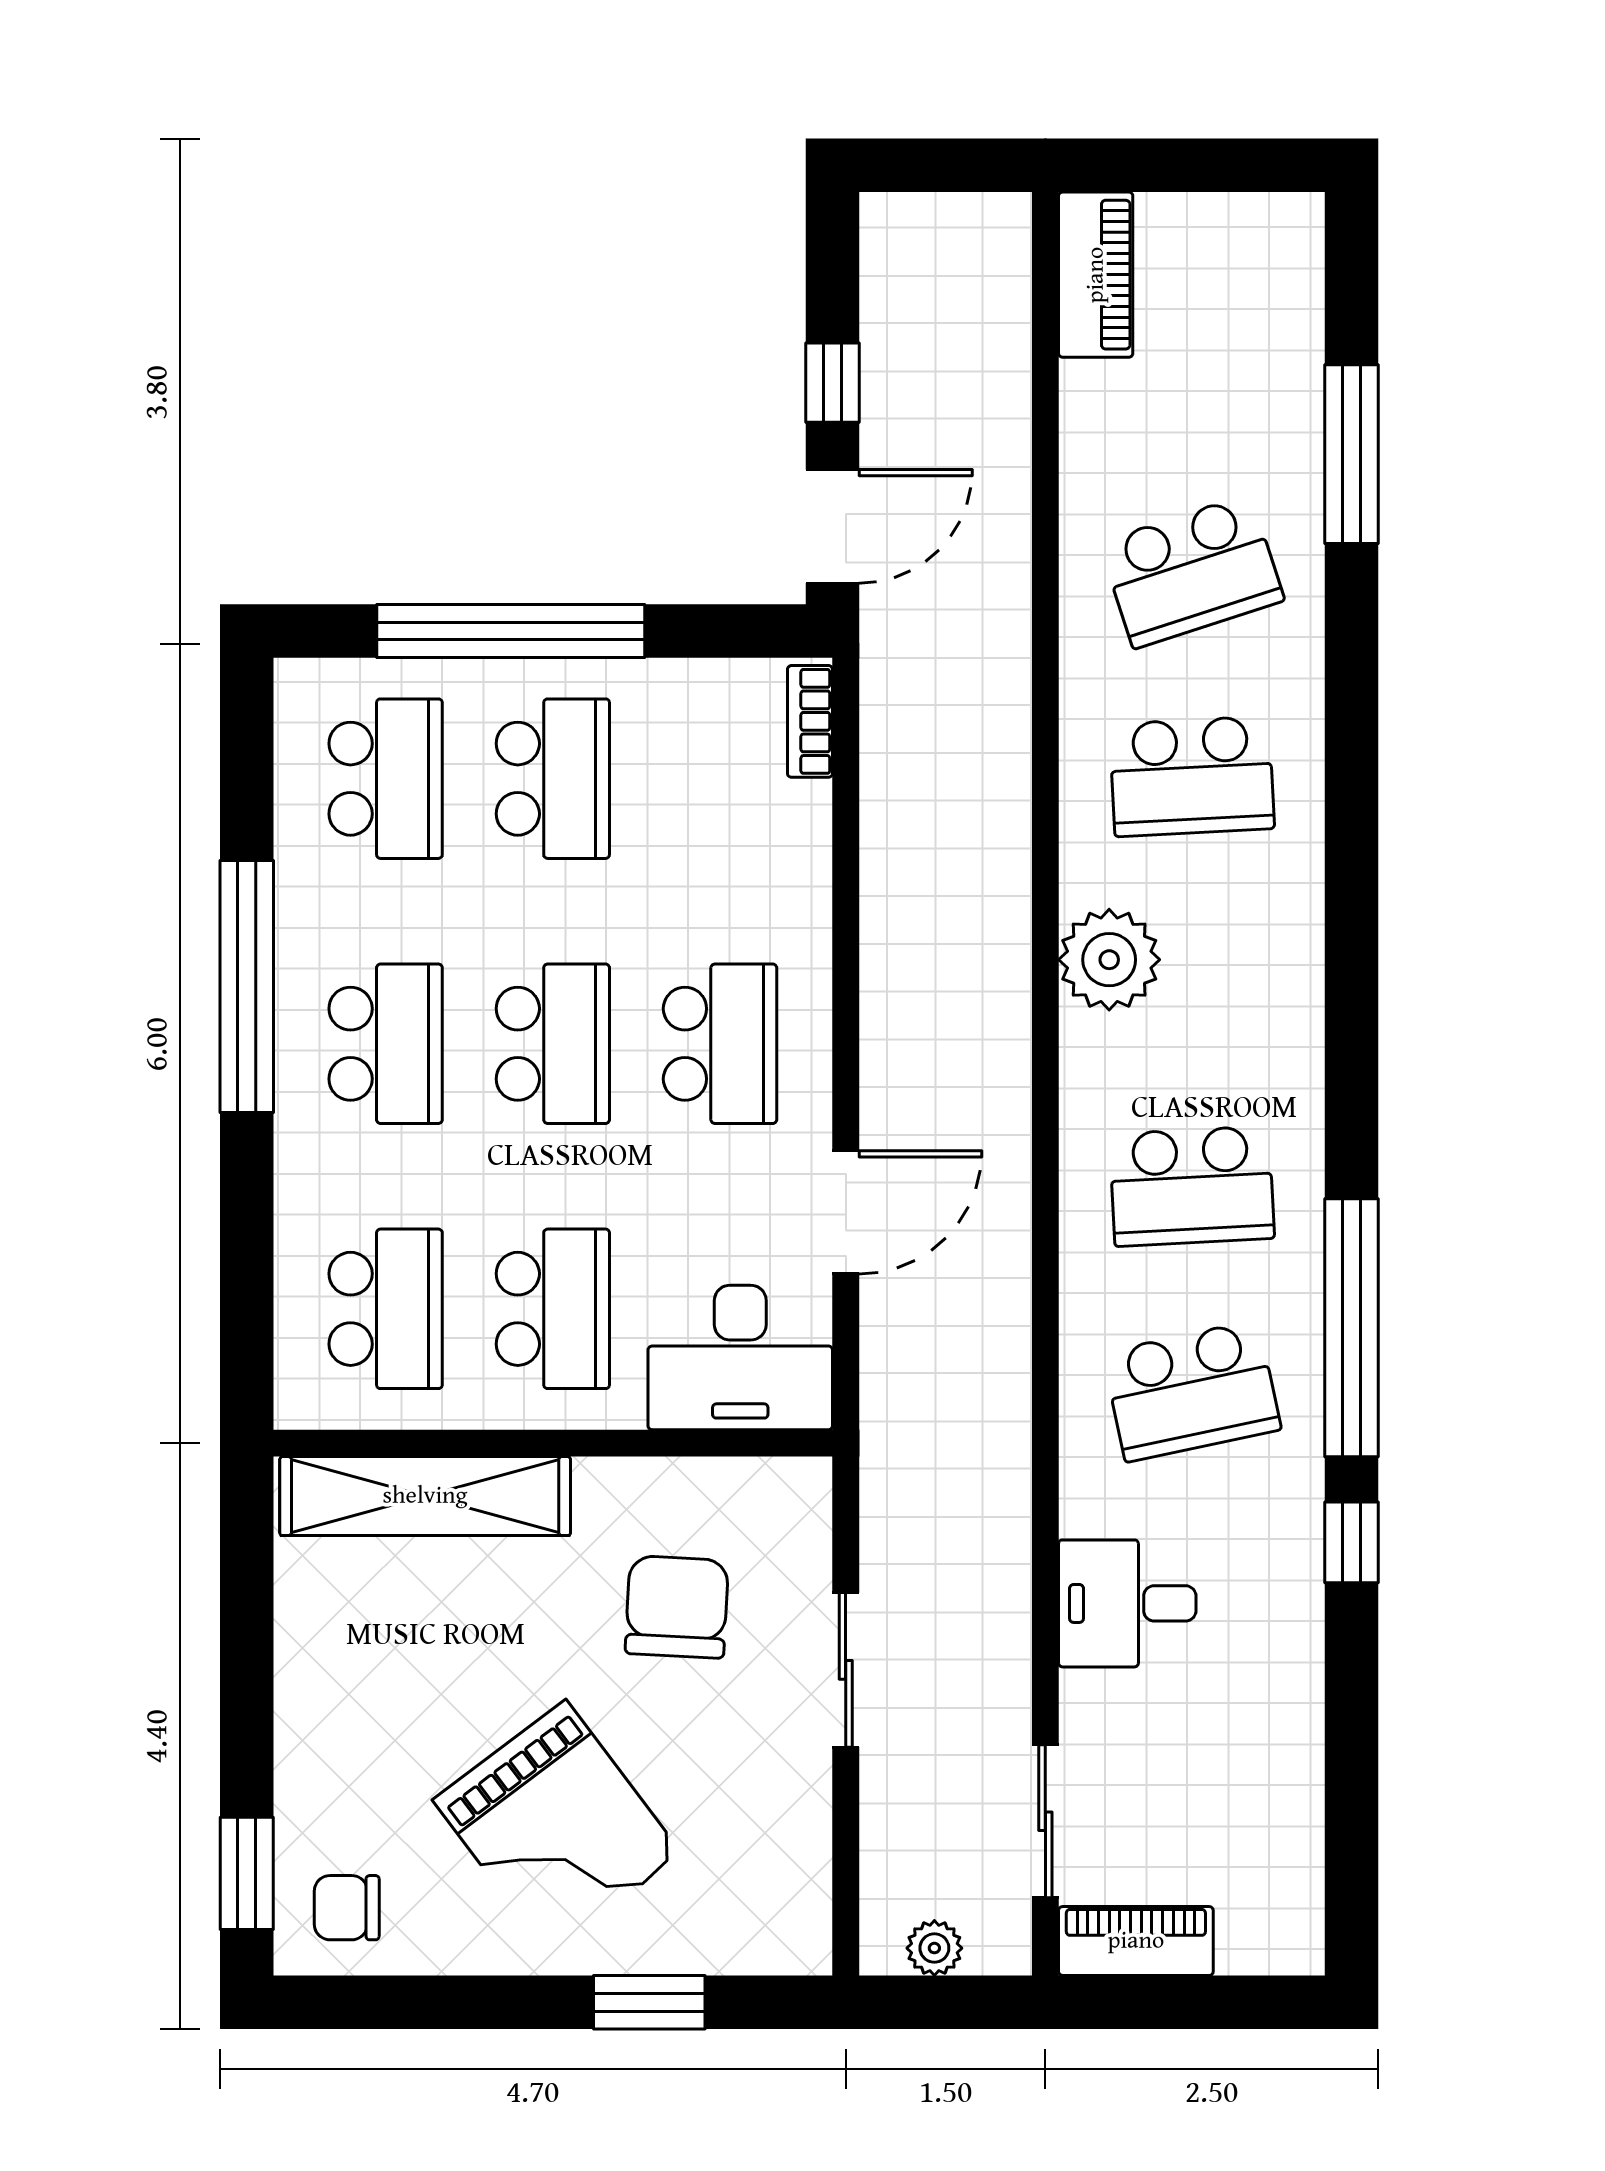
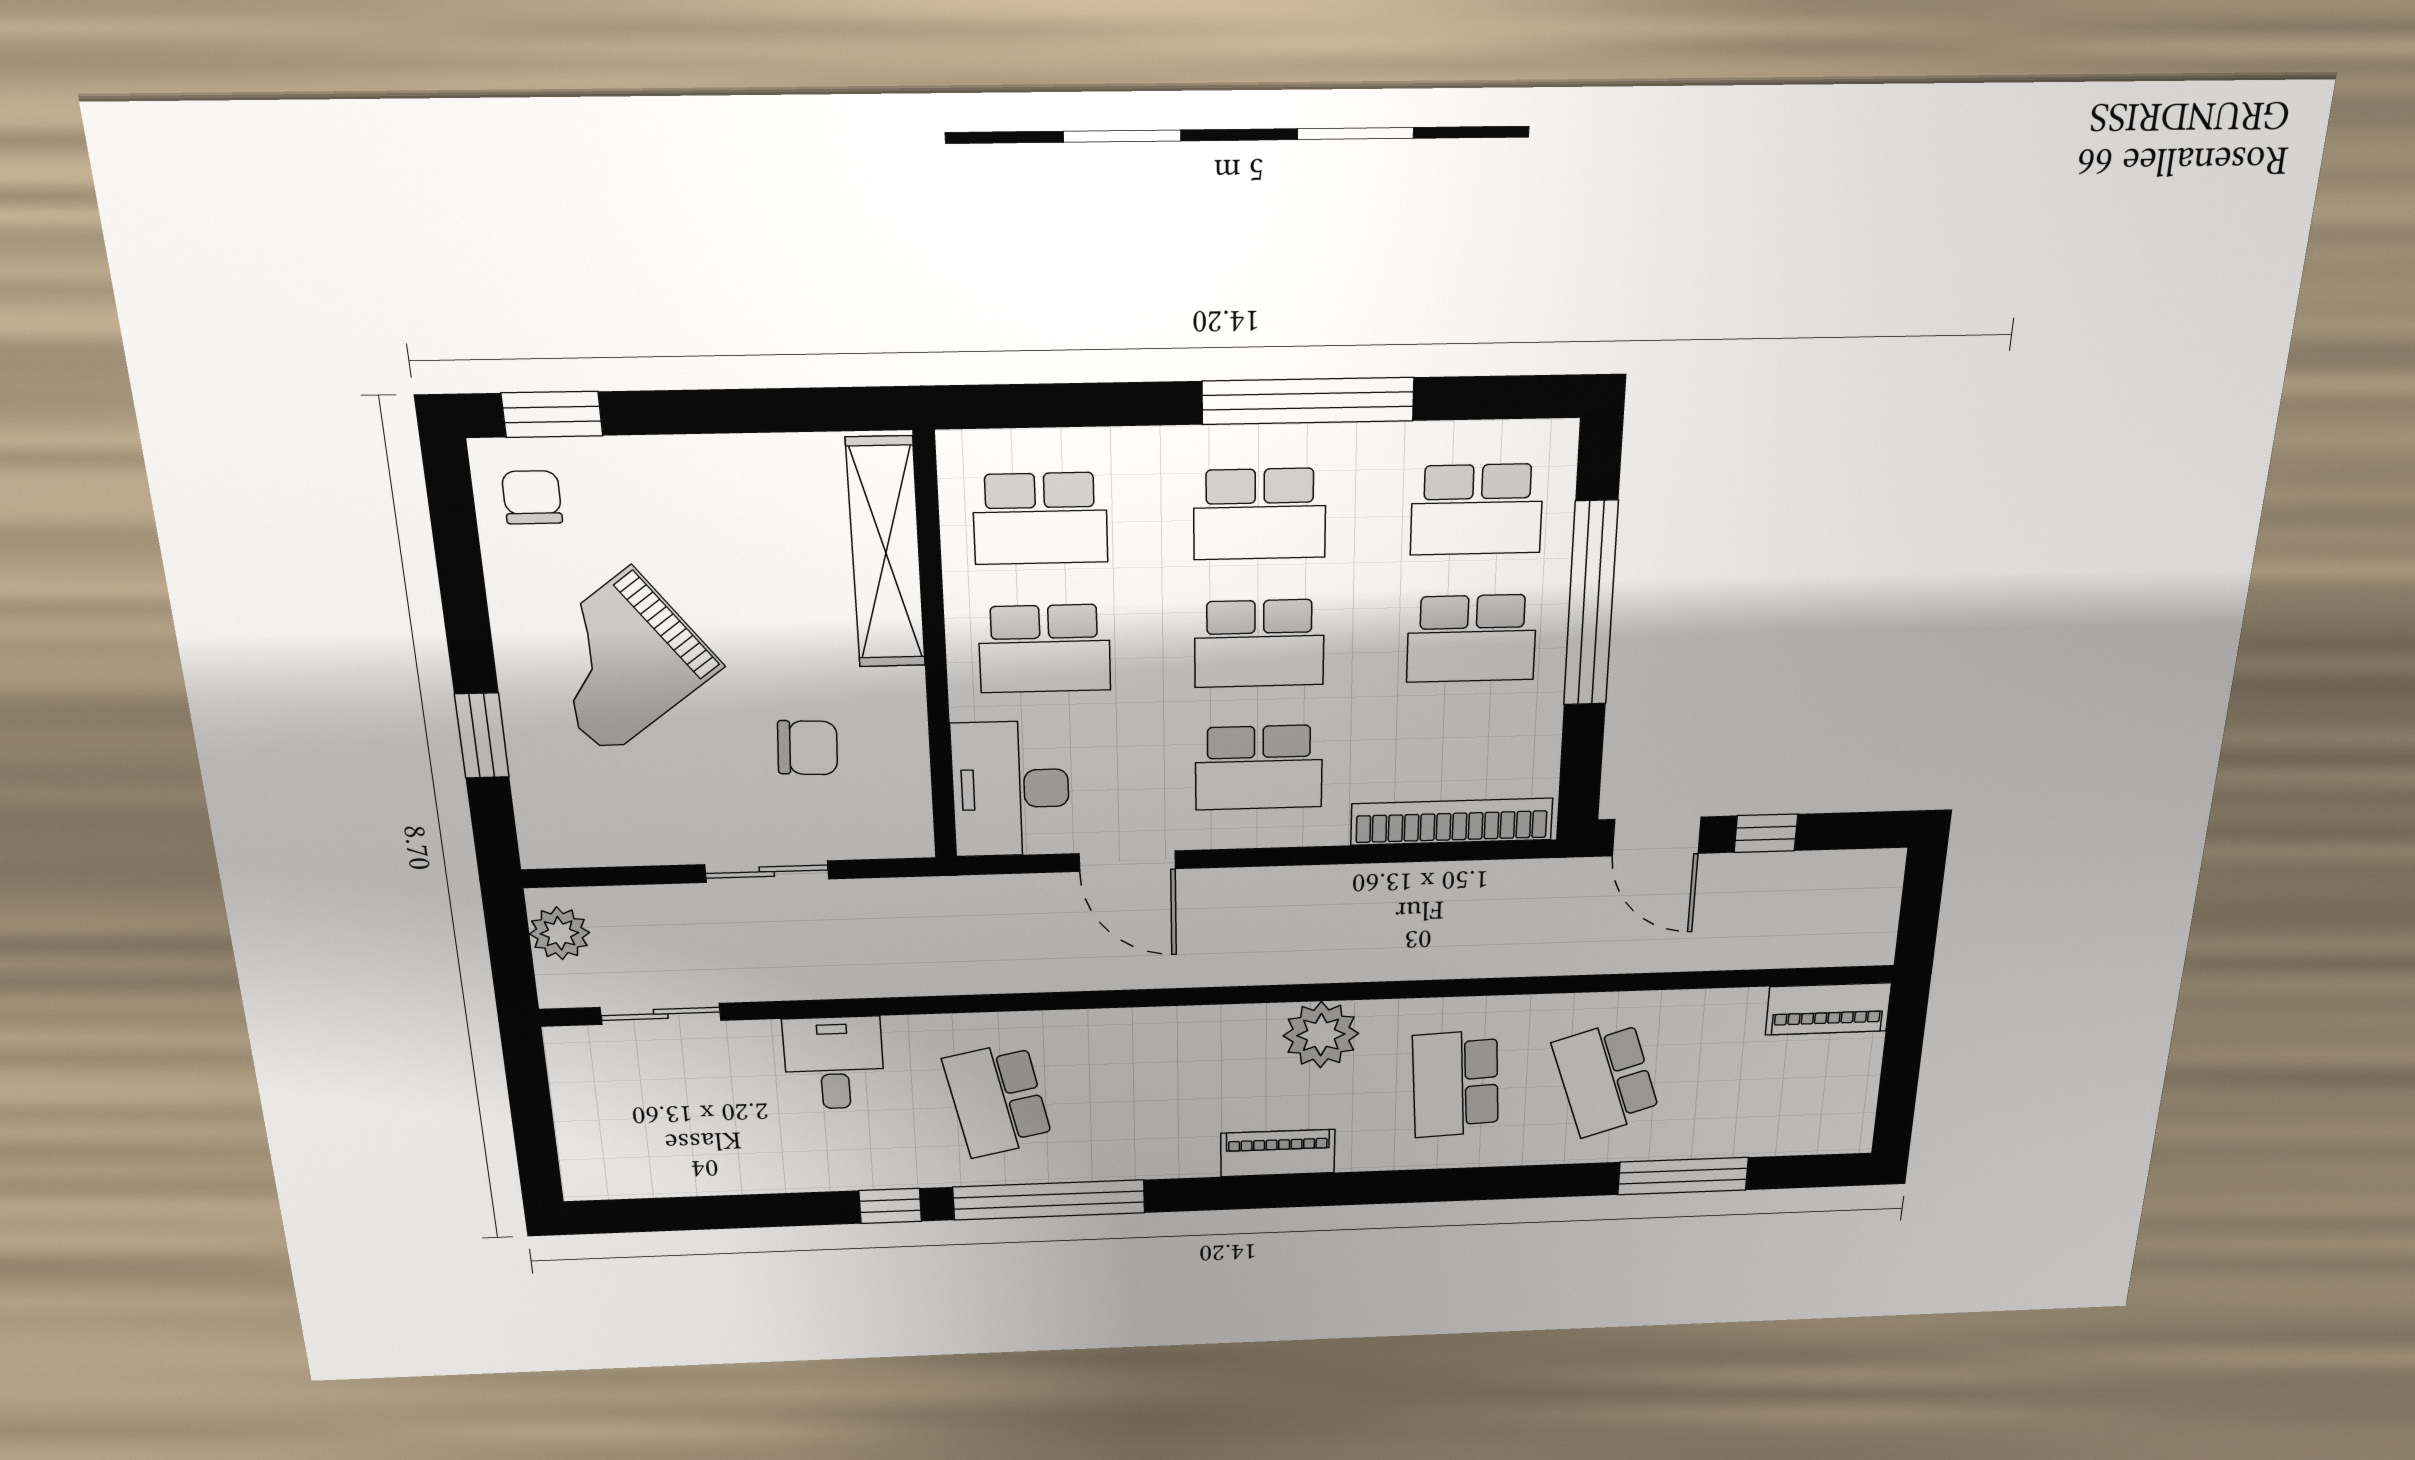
bookcase: (810, 721) -> (1452, 822), width x2.31, depth x1.31
school desk: (1192, 1186) -> (1152, 1094), removed
chair: (677, 1607) -> (808, 748), width x0.73, depth x0.73
piano: (1136, 1941) -> (1278, 1153), moved, turned -90
plant: (934, 1948) -> (560, 933), width x1.38, depth x1.38

